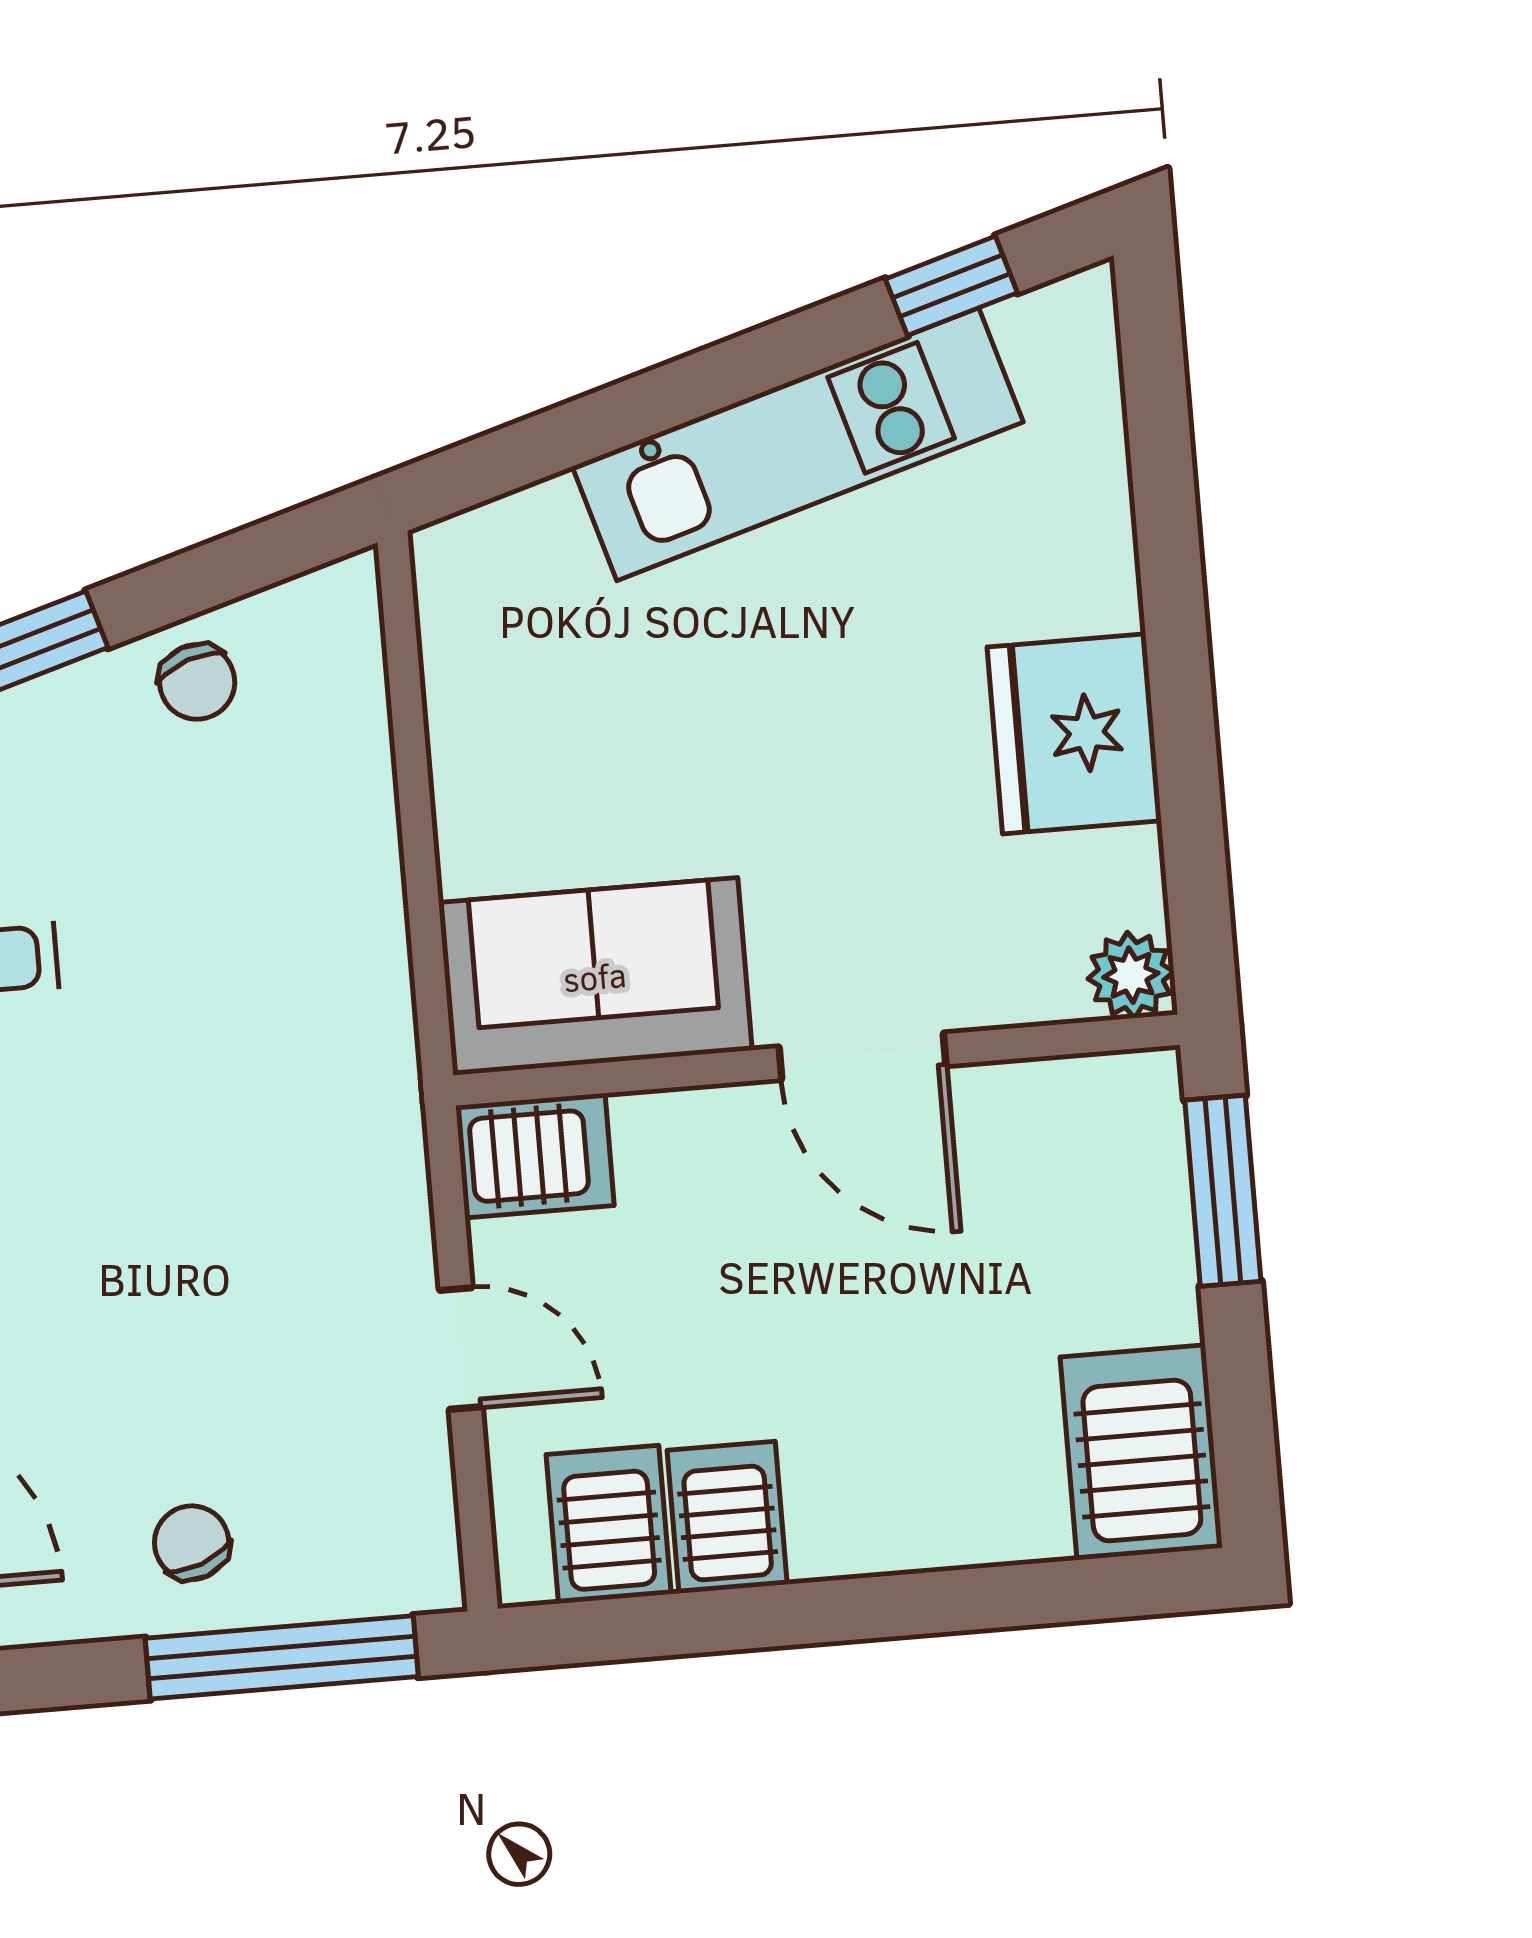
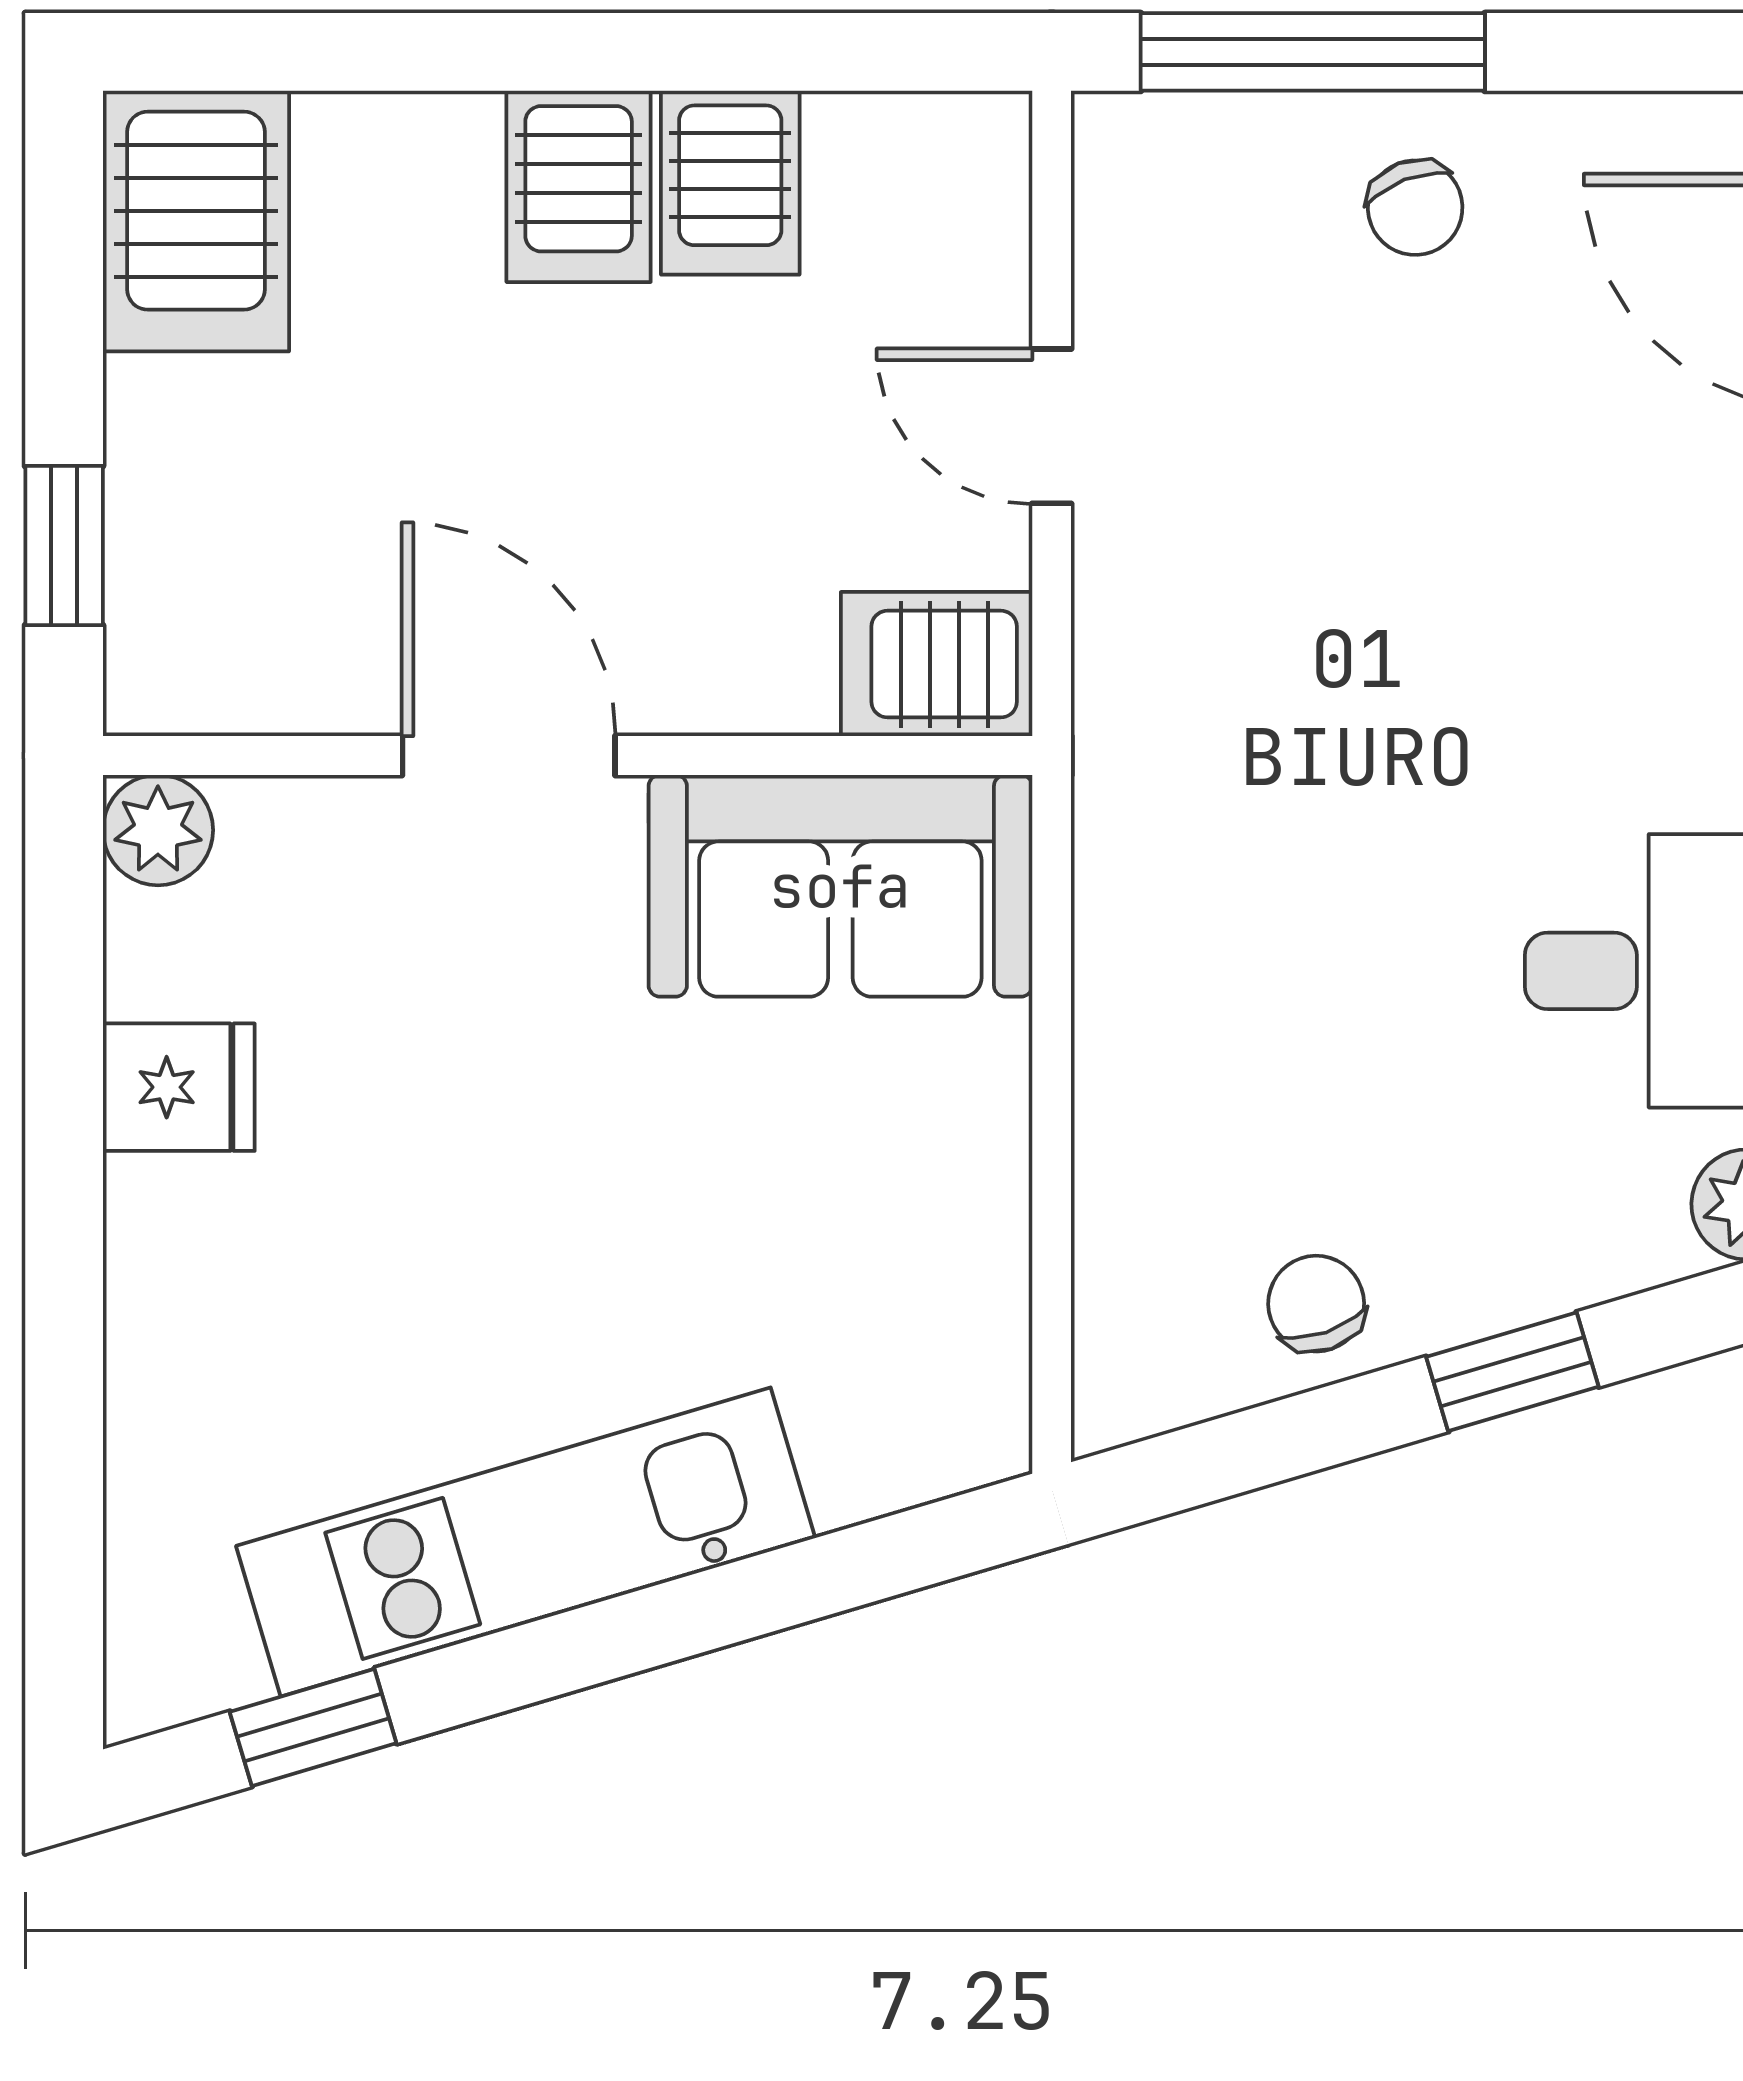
fridge: (1074, 734) -> (179, 1087), width x0.53, depth x0.75
window: (1223, 1191) -> (64, 546), width x0.67
server rack: (609, 1524) -> (579, 186), moved

